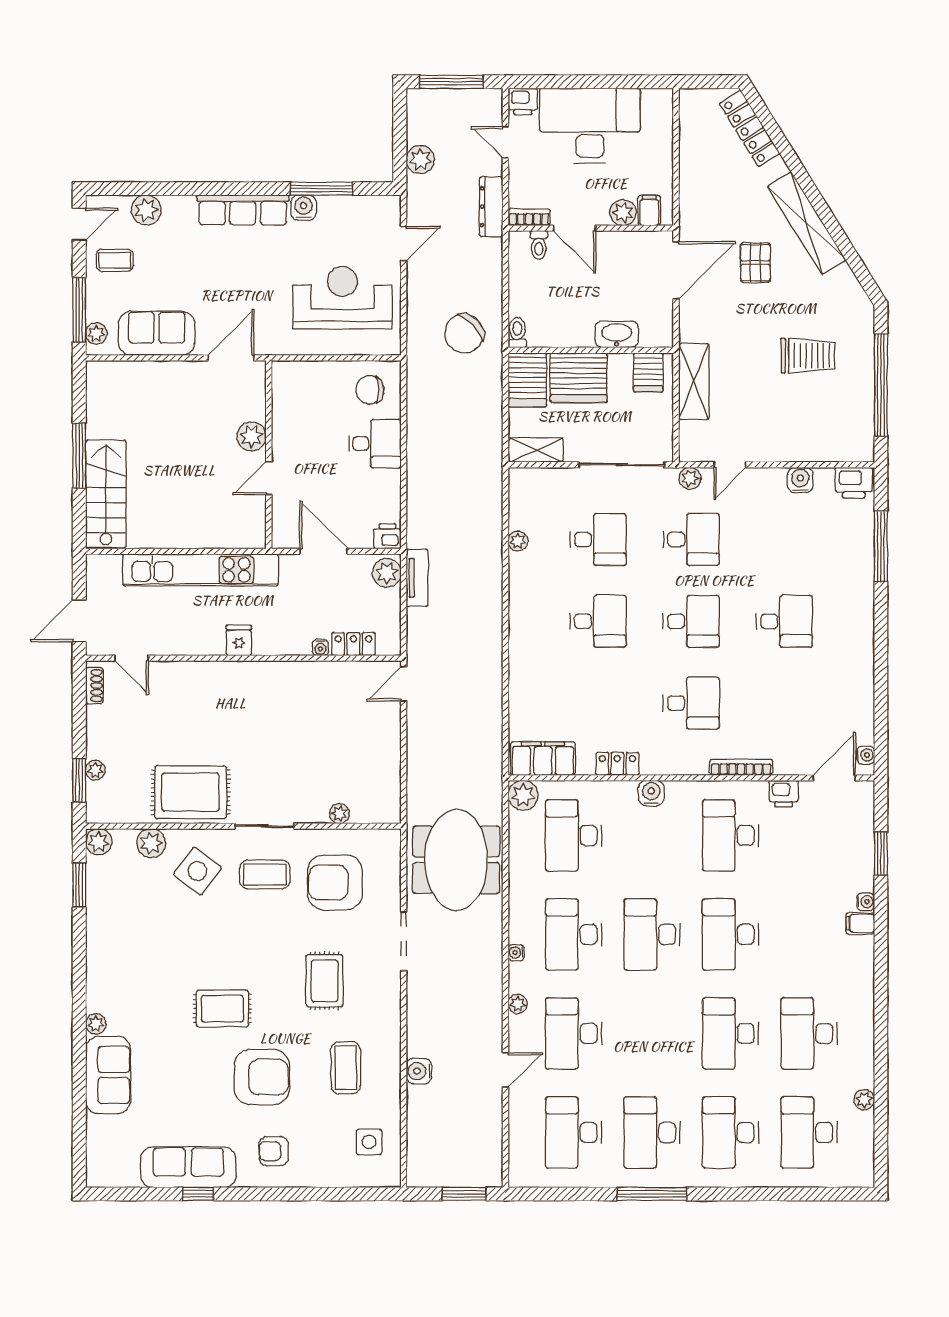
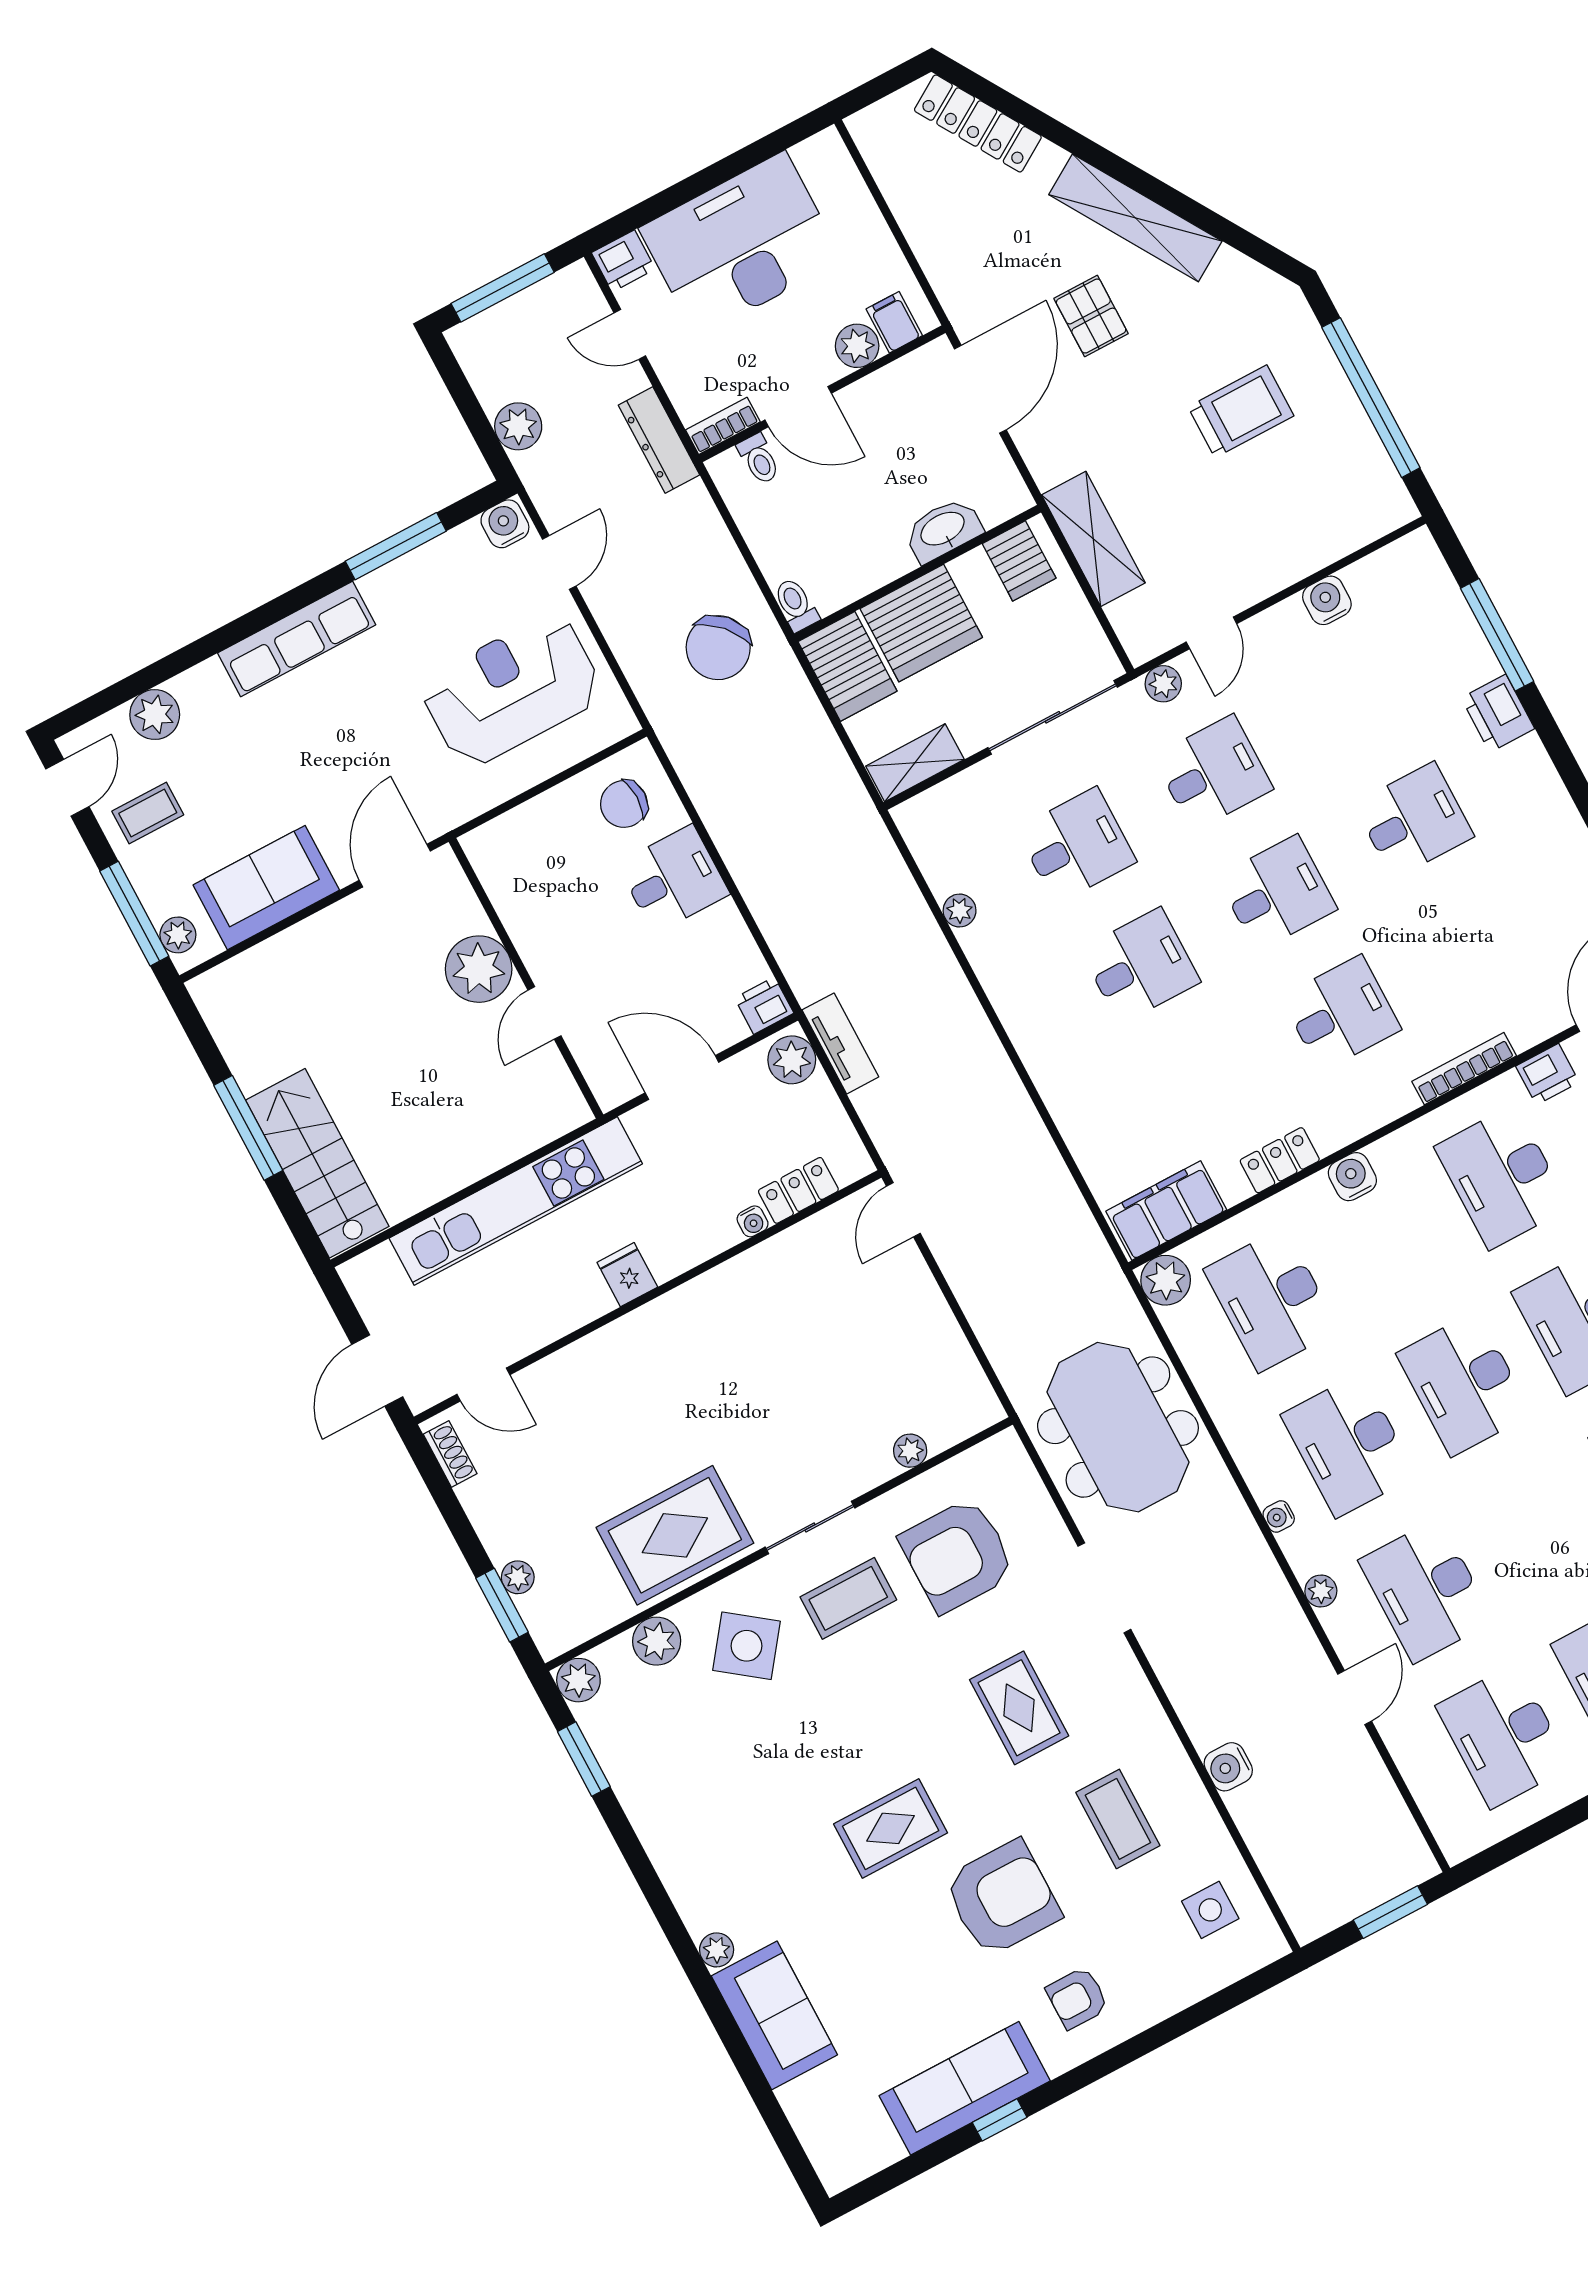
water cooler: (304, 208) -> (505, 524), moved
plant: (252, 436) -> (479, 969), width x1.36, depth x1.36
printer: (854, 483) -> (1498, 713), moved, turned 90

